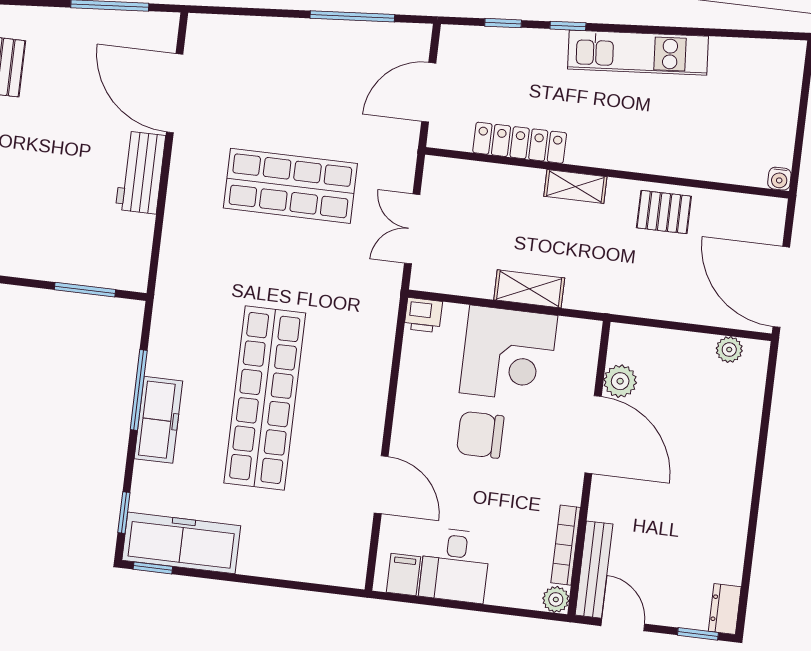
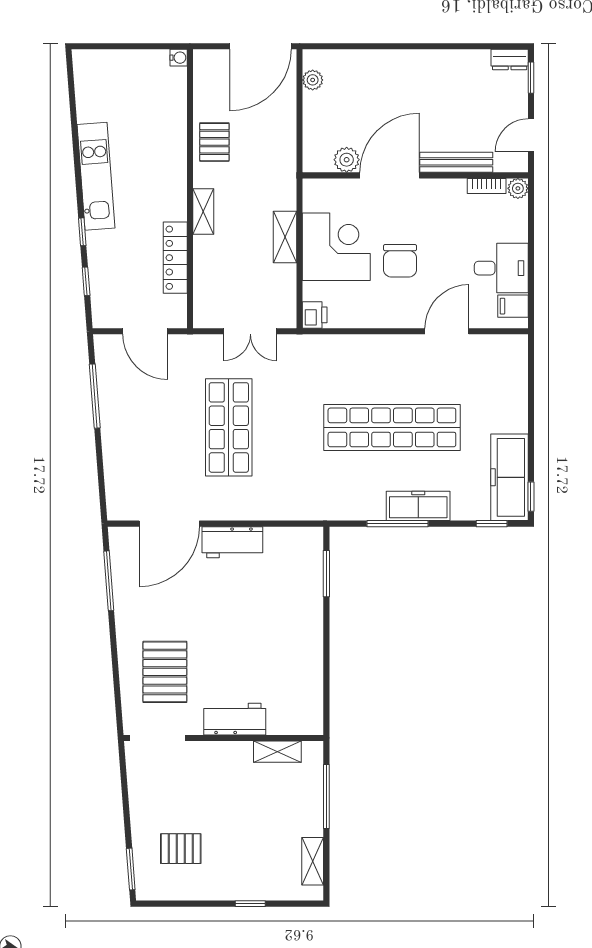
bookcase: (566, 545) -> (487, 186), width x0.64
bench: (594, 570) -> (456, 162), moved

